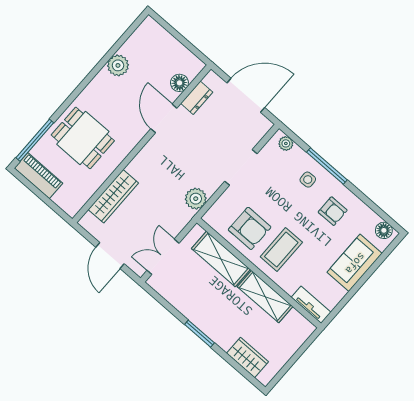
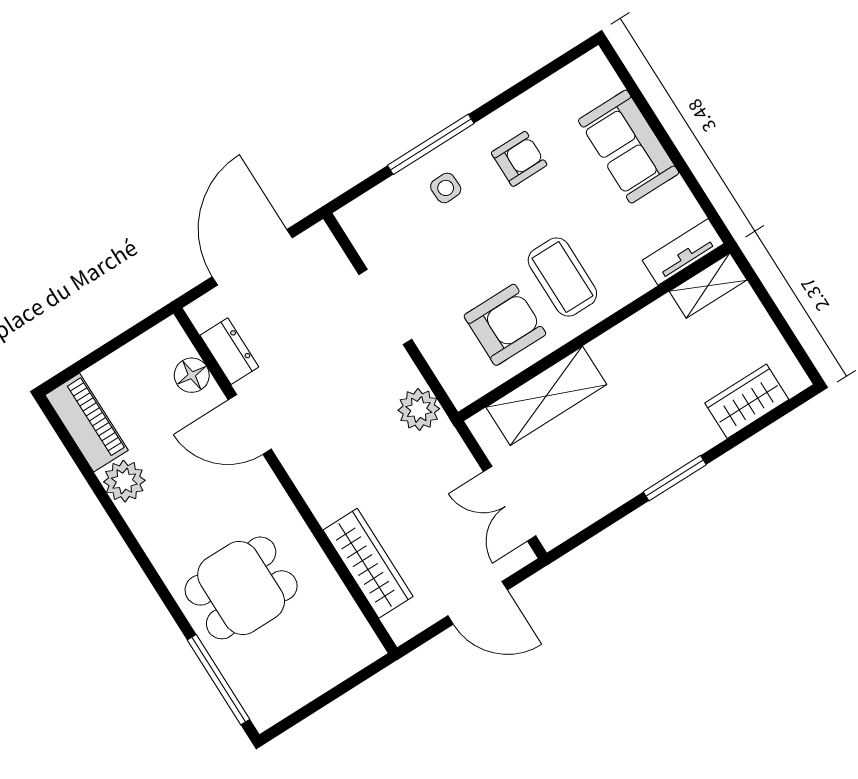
plant: (286, 143) -> (365, 209), removed
piano: (38, 176) -> (87, 423), moved, turned 90
floor lamp: (384, 230) -> (584, 73), removed
shelving: (265, 297) -> (708, 286), moved, width x0.67, depth x0.75

